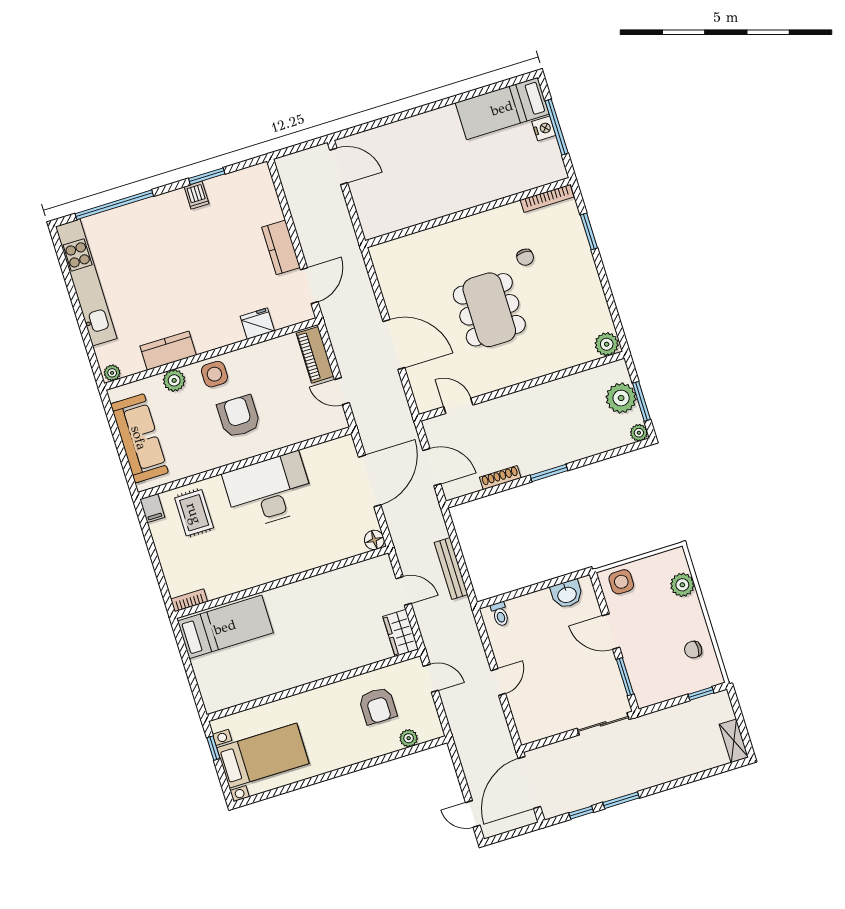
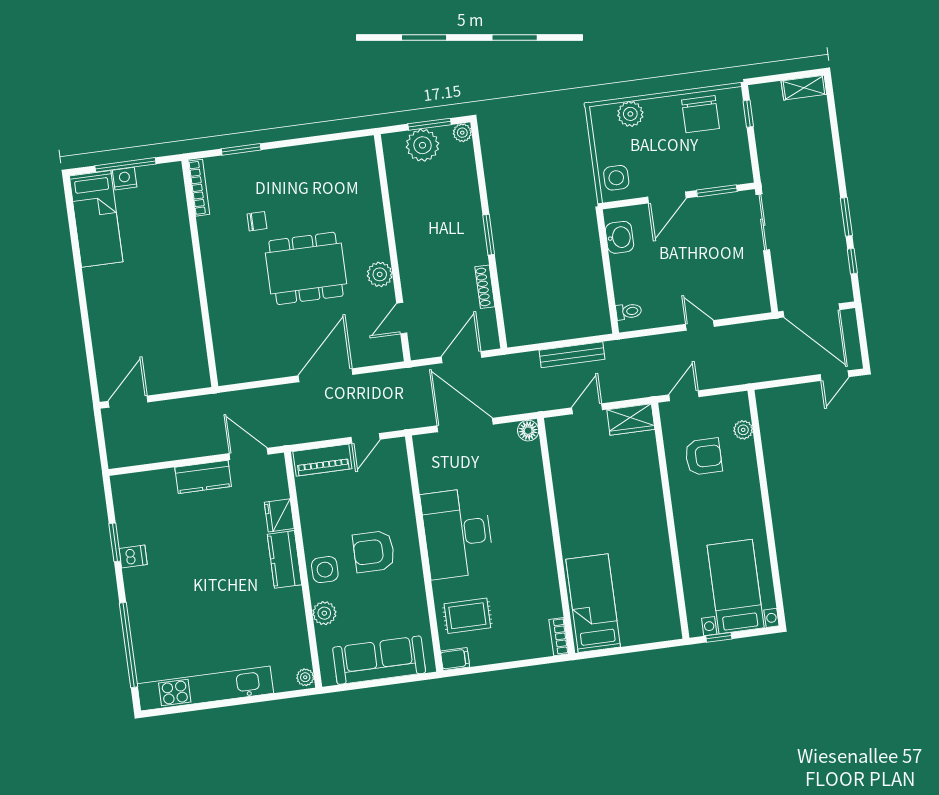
plant: (607, 344) -> (380, 274), moved
kitchen counter: (168, 351) -> (284, 559), moved
chair: (693, 650) -> (700, 114), width x1.87, depth x1.87

